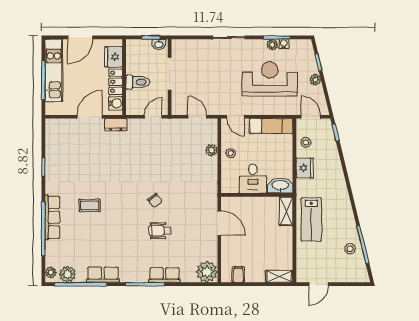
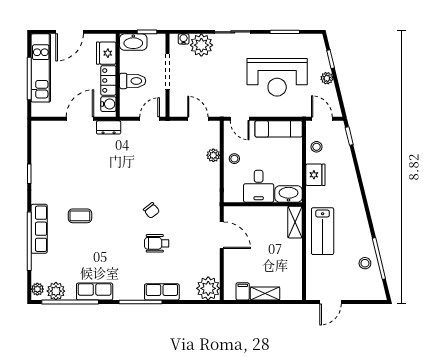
washbasin: (159, 44) -> (133, 42), moved, width x1.91, depth x1.45
water cooler: (284, 44) -> (184, 39), moved
plant: (272, 45) -> (201, 45), moved, width x1.87, depth x1.87
reception desk: (270, 79) -> (277, 77), turned 180
shelving: (279, 276) -> (265, 294), moved

